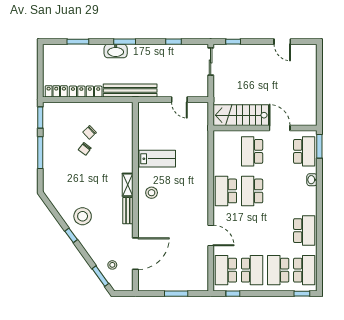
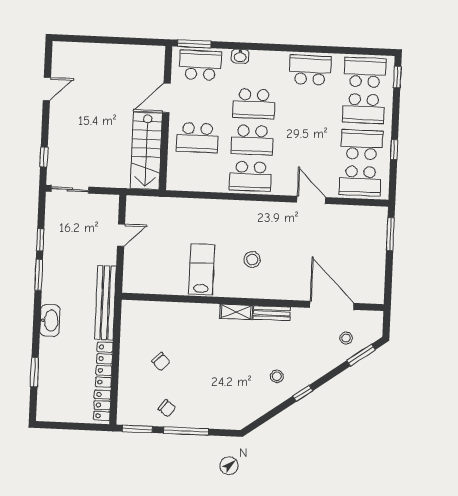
window: (125, 42) -> (39, 275), moved
chair: (85, 149) -> (167, 408), moved
school desk: (278, 191) -> (254, 104), added
stool: (152, 193) -> (252, 259), moved
stool: (83, 216) -> (277, 376), width x0.53, depth x0.53
door: (211, 235) -> (311, 200), hinge flipped
window: (176, 294) -> (390, 234), moved
window: (233, 294) -> (394, 150), moved

